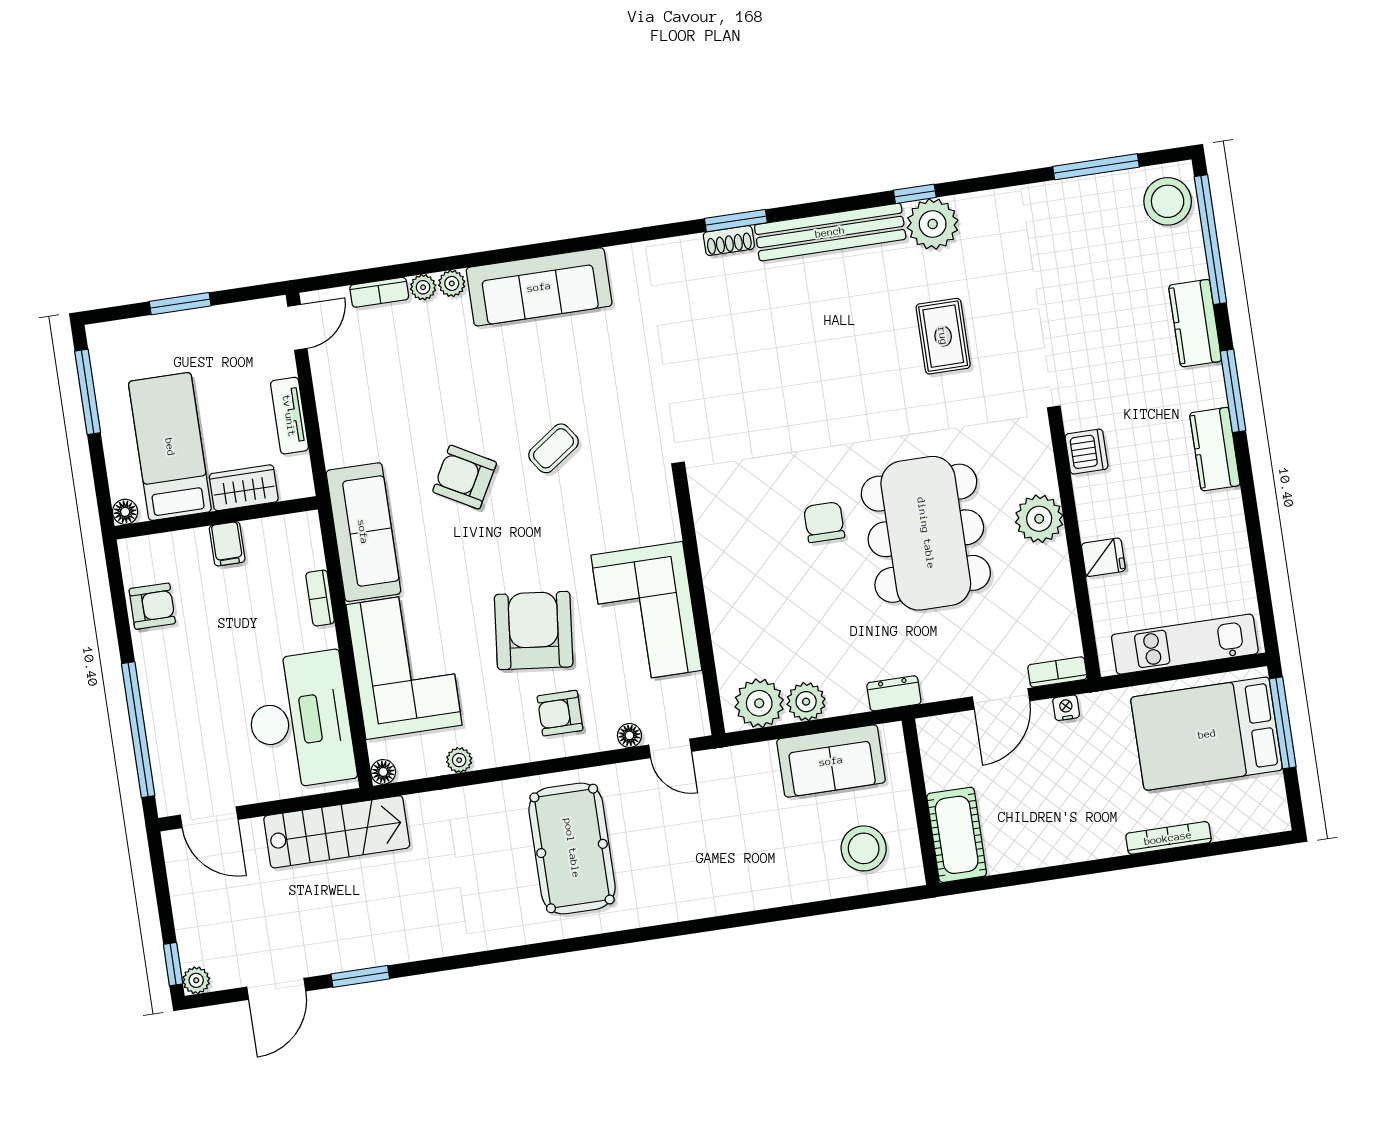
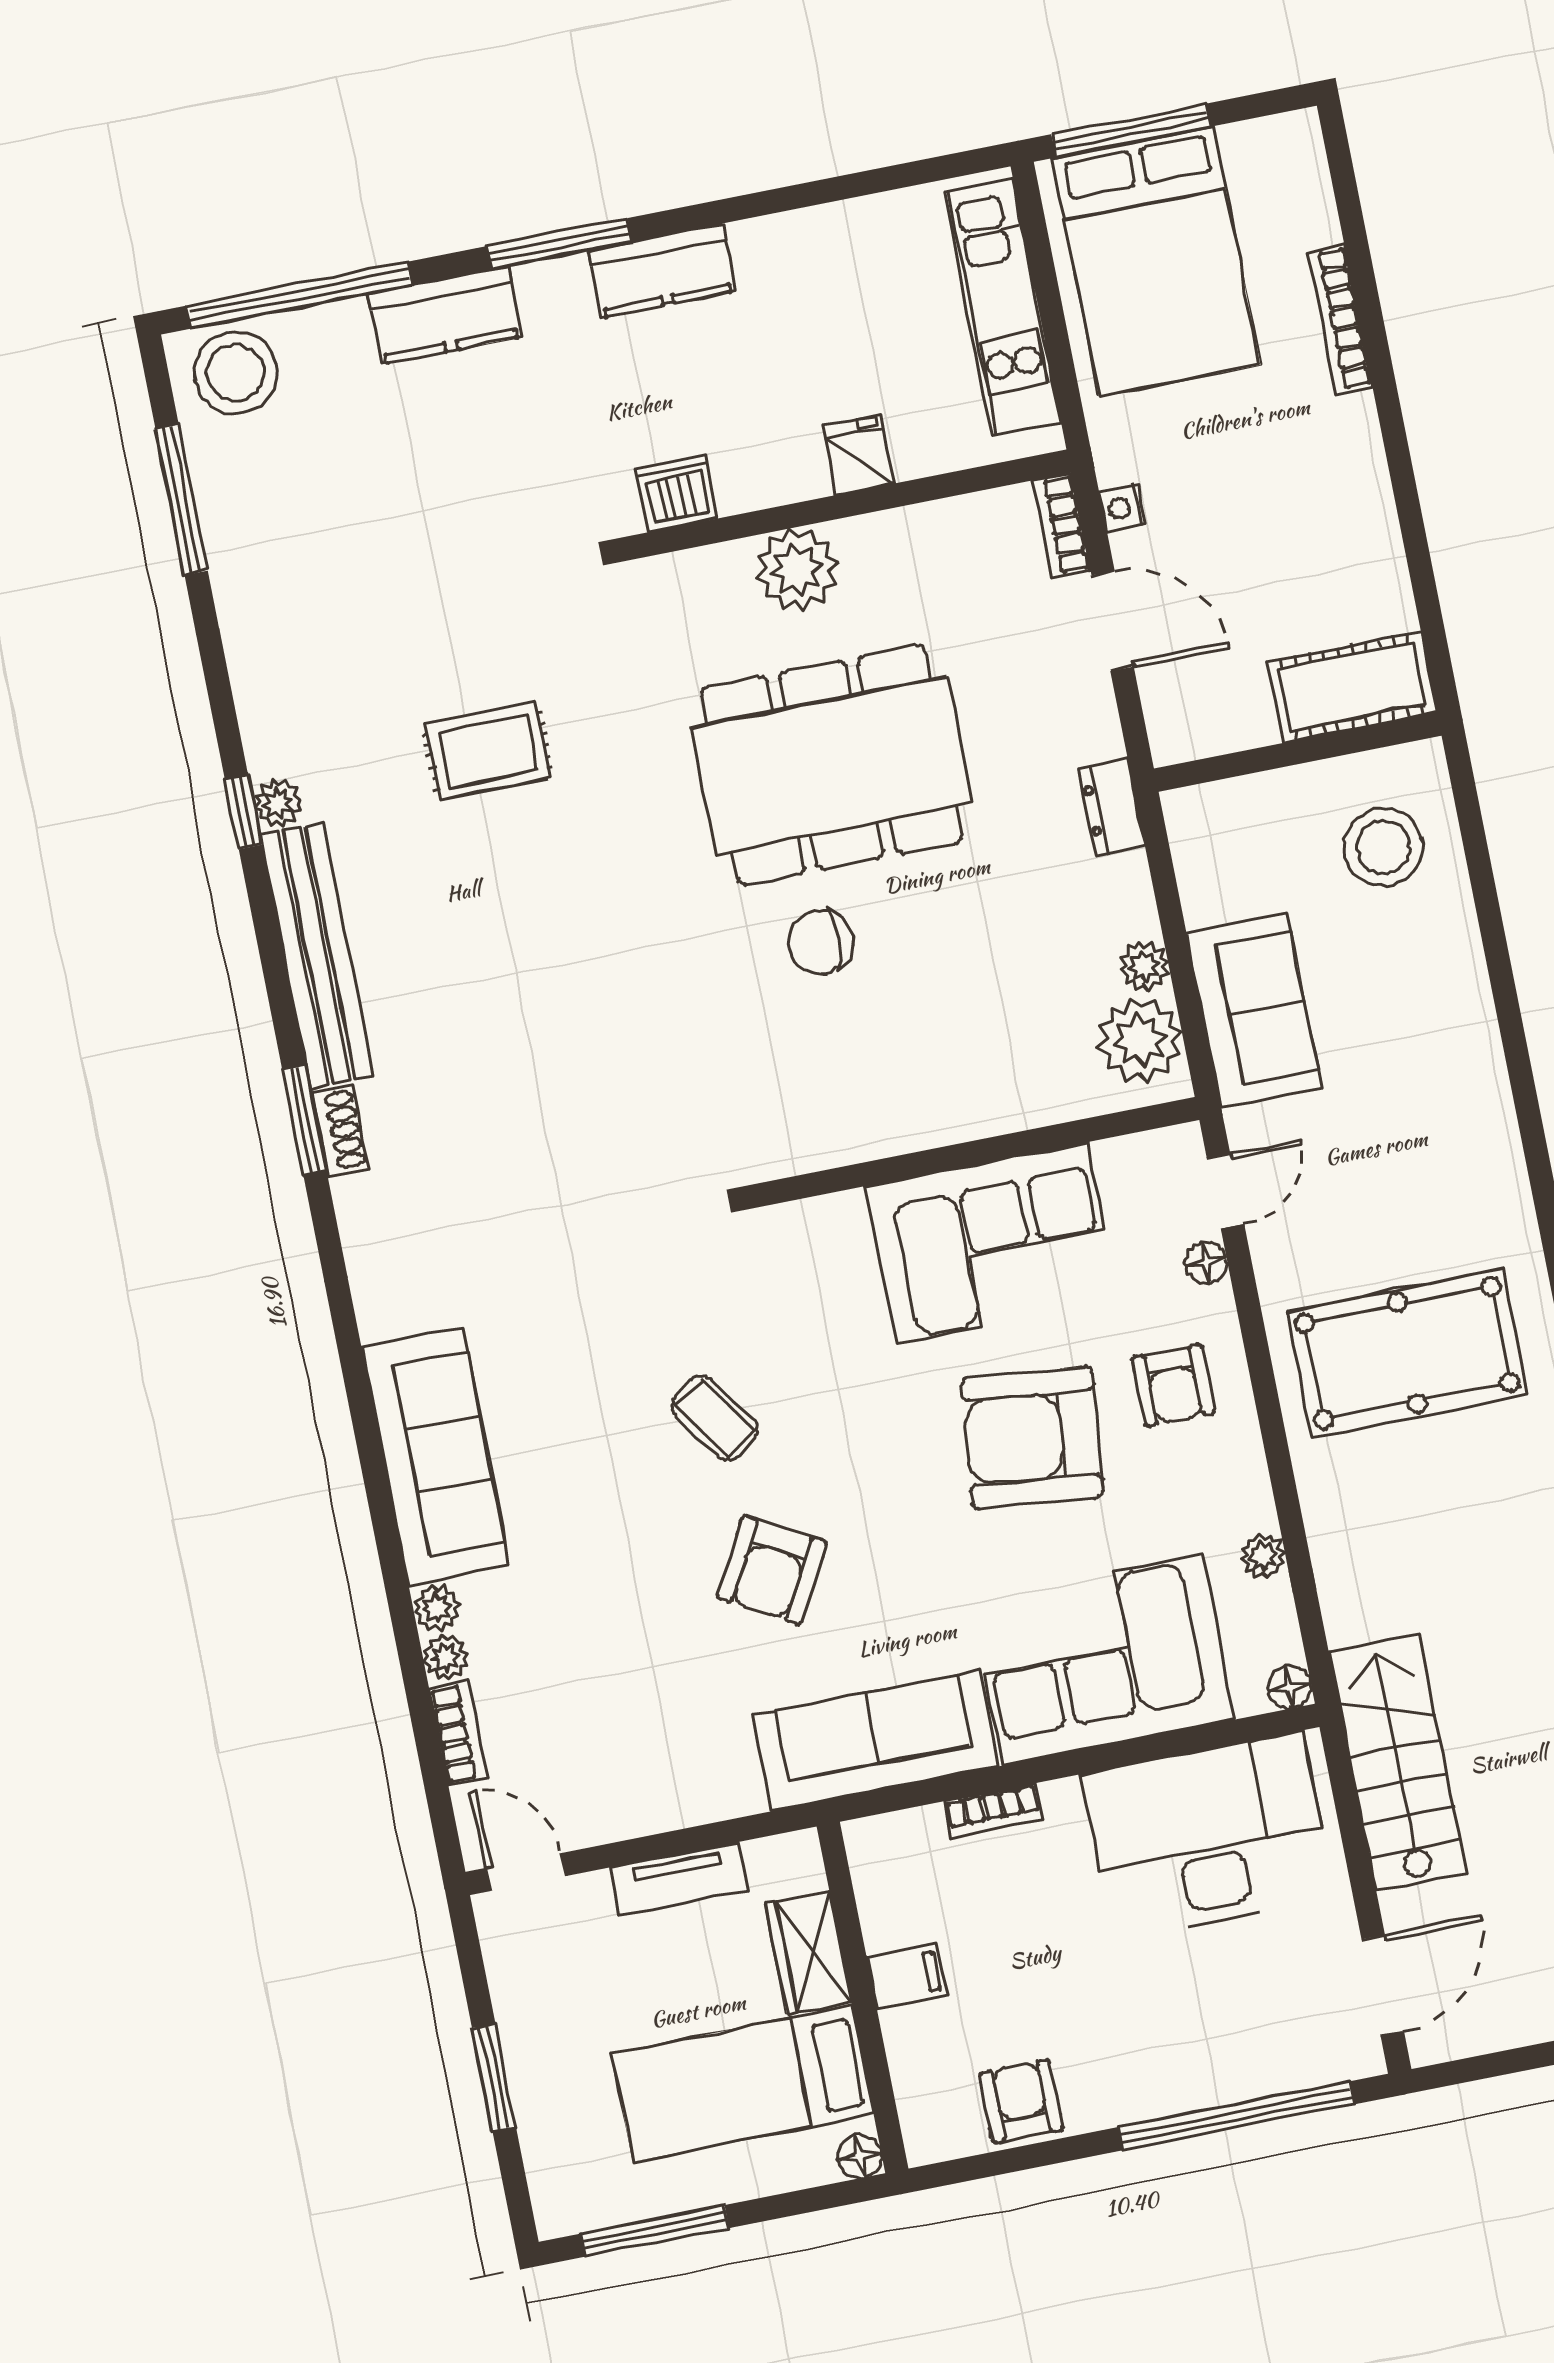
plant: (933, 224) -> (278, 803), width x0.53, depth x0.53
plant: (806, 702) -> (1144, 966), width x0.73, depth x0.73
sofa: (831, 761) -> (1254, 1011), moved

